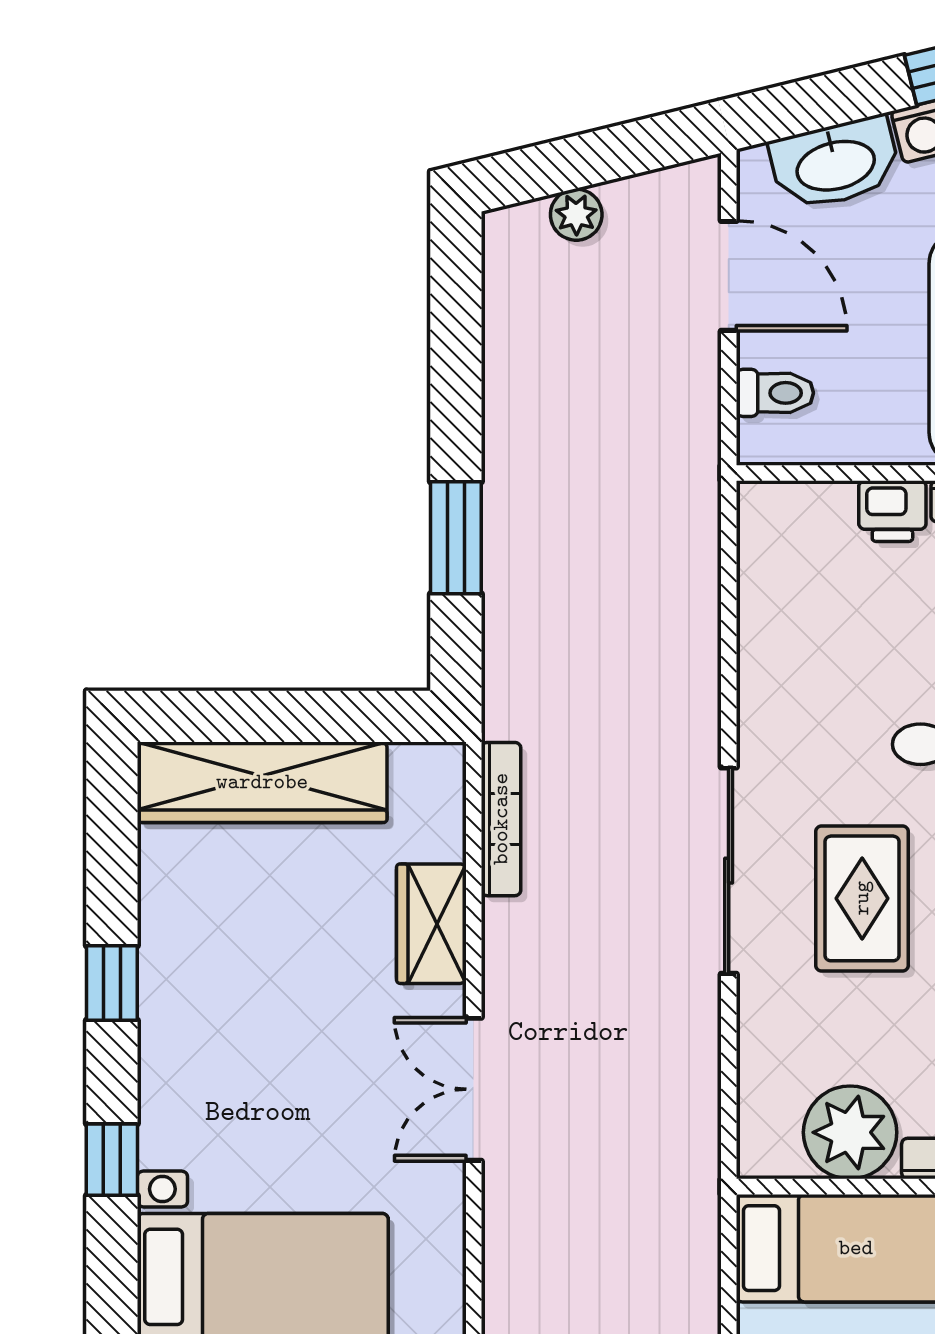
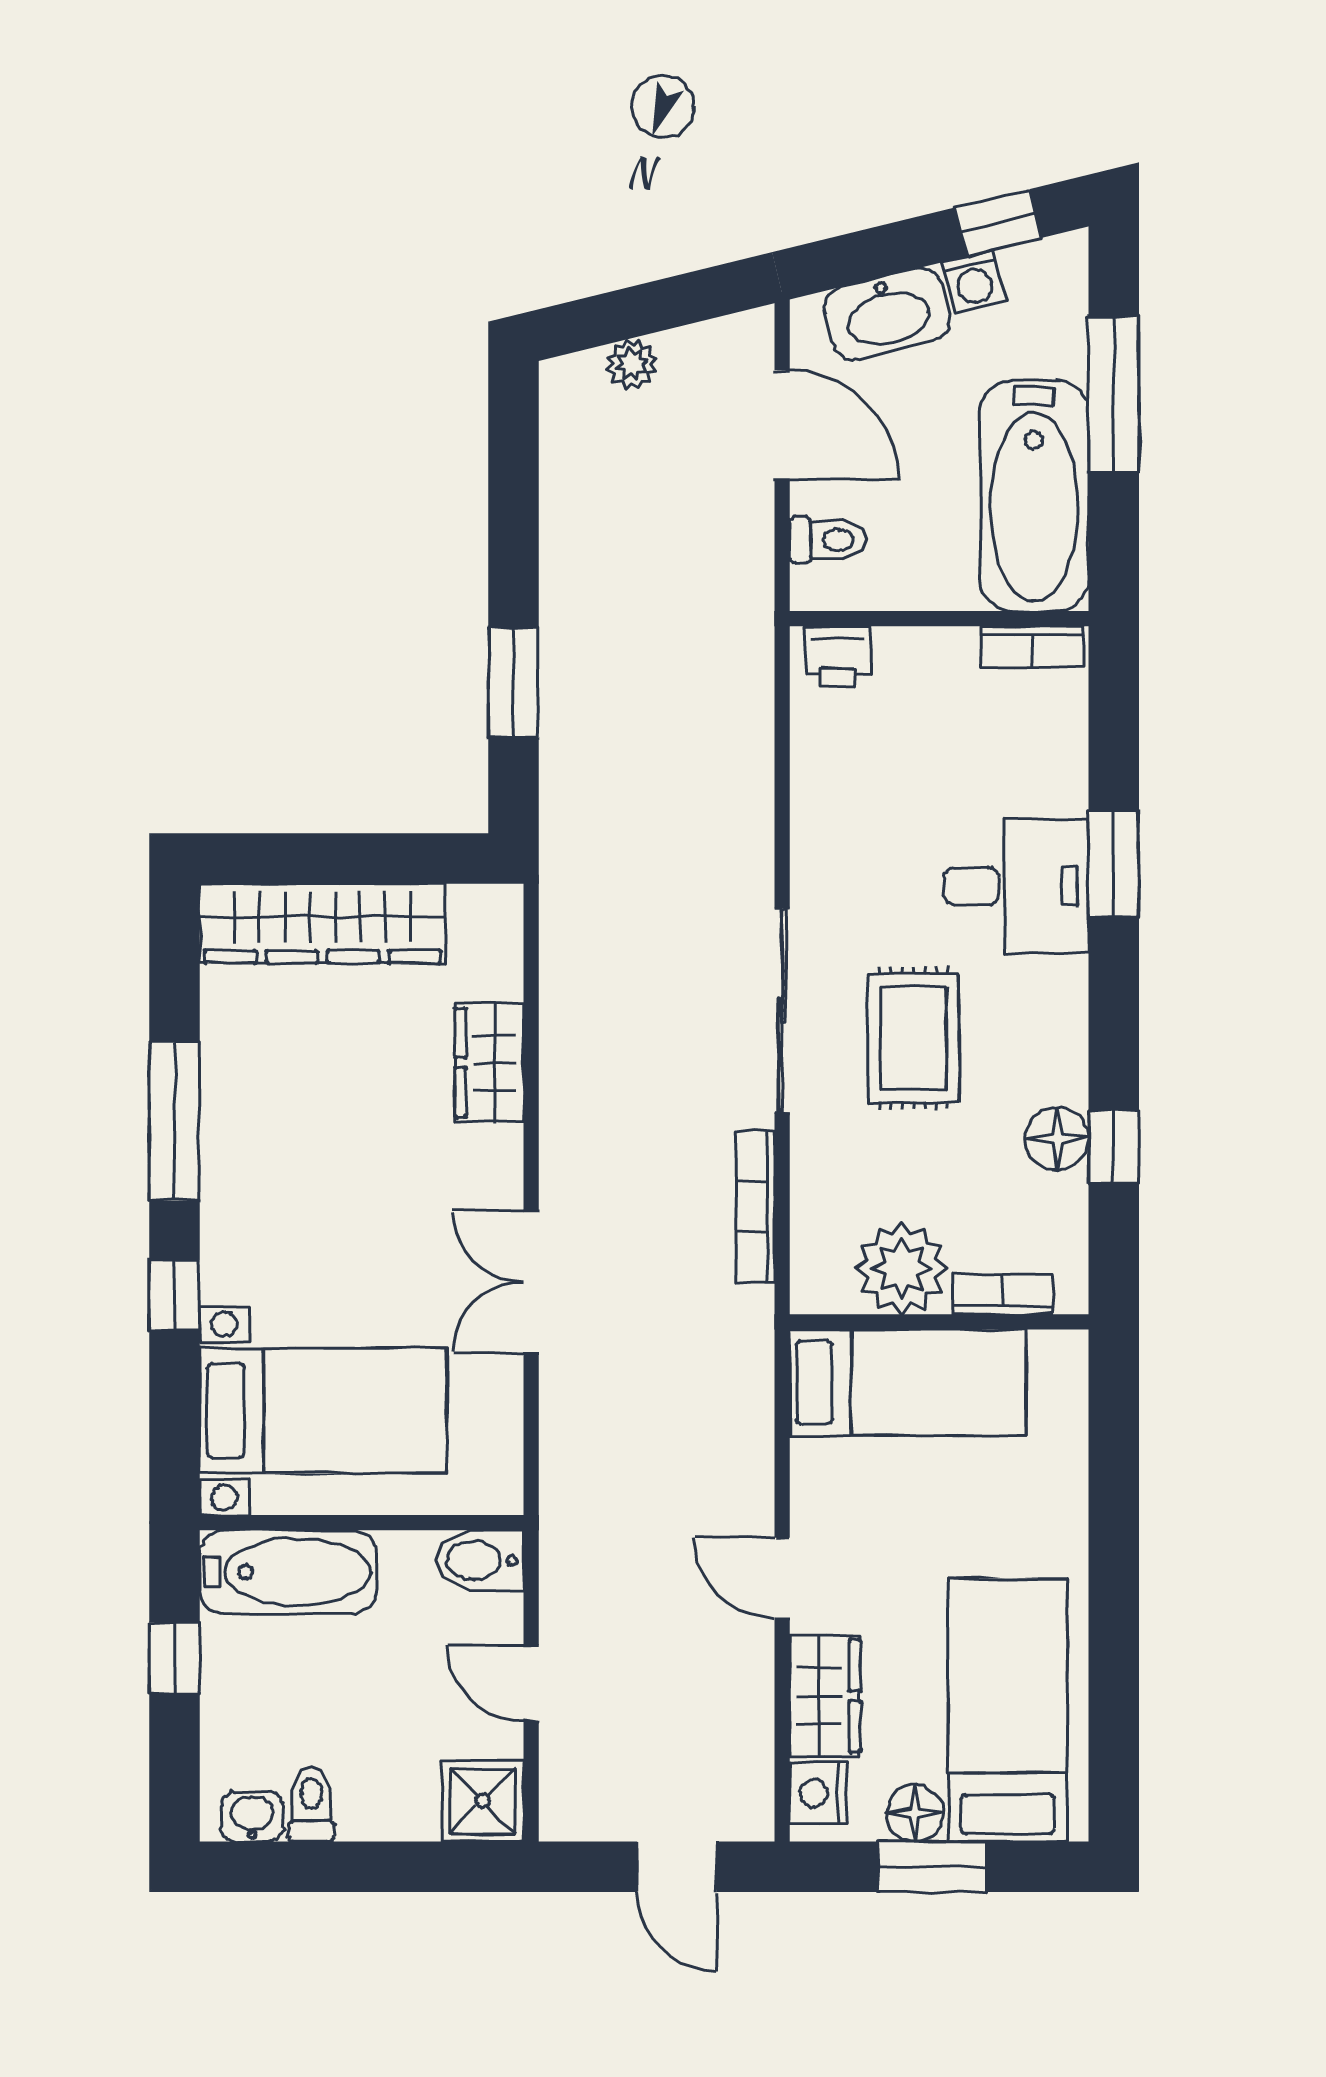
printer: (892, 511) -> (838, 656), moved
bookcase: (501, 819) -> (755, 1207), moved, turned 180
window: (112, 983) -> (174, 1121), width x2.17
double door: (474, 1089) -> (531, 1282), moved

